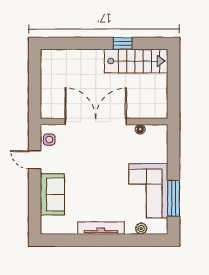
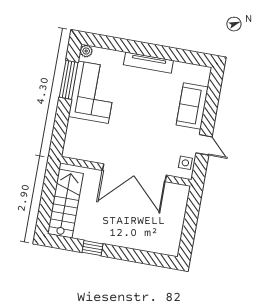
stairs: (136, 61) -> (65, 204), moved, turned 90
floor lamp: (140, 129) -> (90, 157), removed
plant: (141, 228) -> (86, 51), moved

